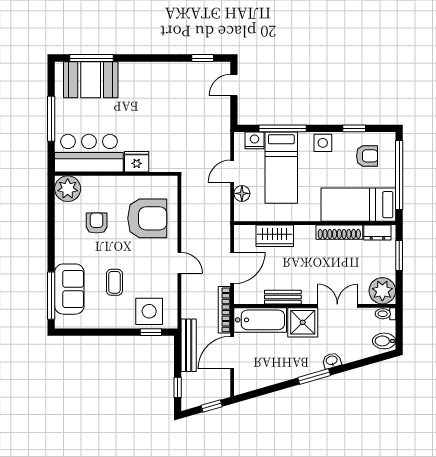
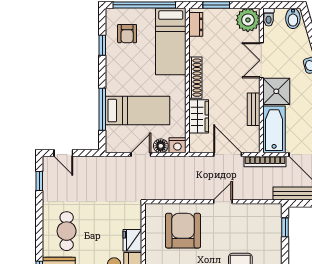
cafe table: (147, 88) -> (67, 231), added
nightstand: (254, 140) -> (177, 145), moved, turned -90
side table: (323, 143) -> (115, 73), removed
armchair: (367, 156) -> (127, 34), turned 180
door: (232, 171) -> (141, 155), swing flipped
shoe rack: (339, 232) -> (195, 78), moved
side table: (149, 311) -> (266, 229), removed

